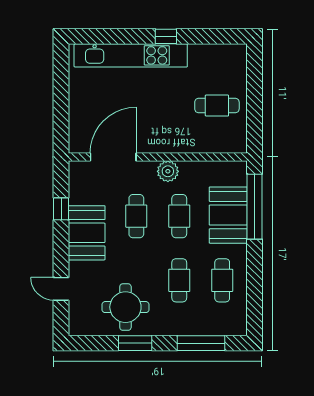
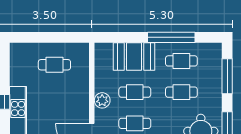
cafe table: (217, 106) -> (54, 65), turned 90
window: (255, 207) -> (171, 37), moved

